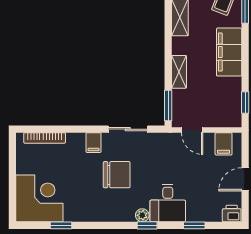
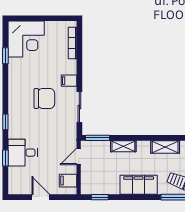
chair: (117, 175) -> (44, 98), turned -90
desk: (168, 203) -> (23, 153), moved
printer: (232, 214) -> (15, 187), removed
plant: (142, 215) -> (13, 118), removed

